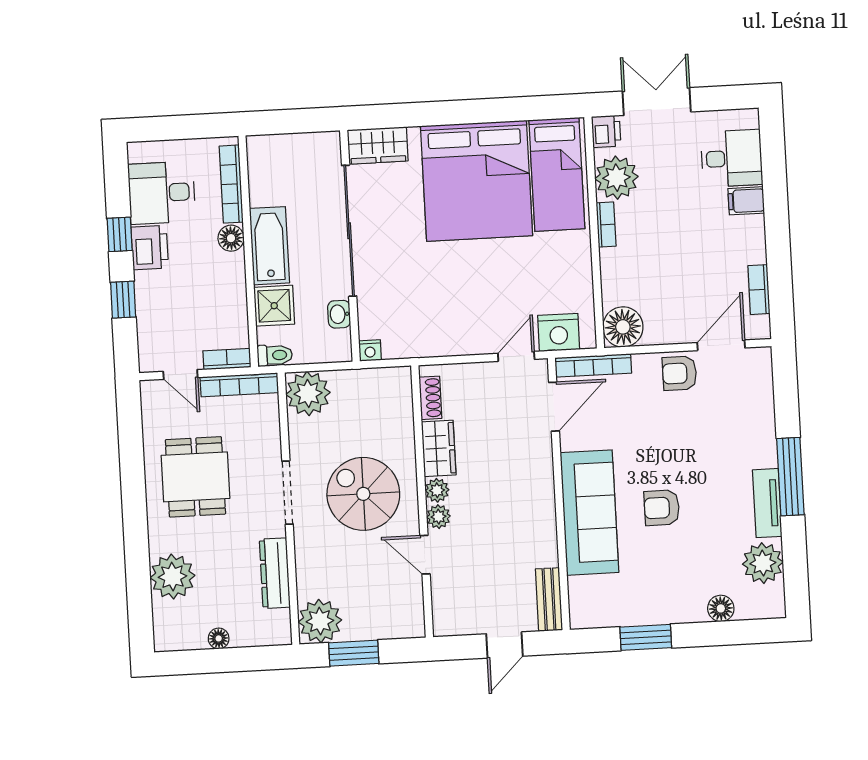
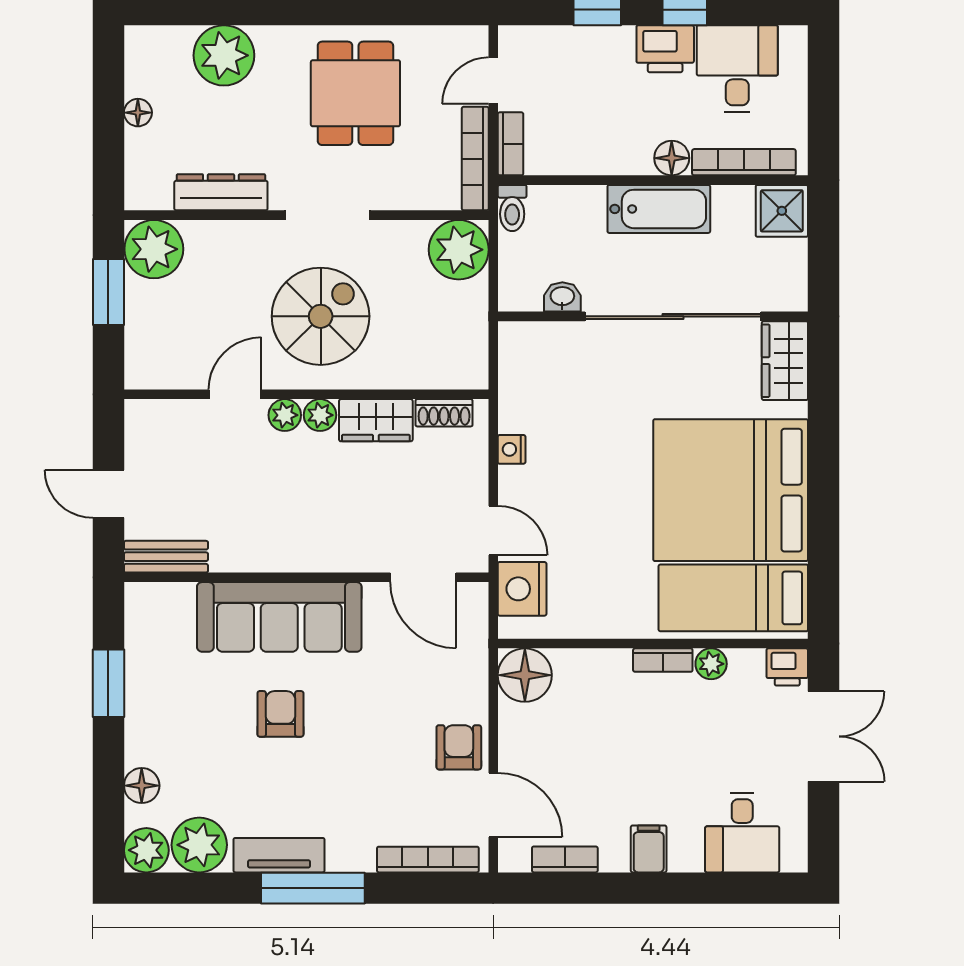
plant: (616, 178) -> (711, 664), width x0.53, depth x0.53
filing cabinet: (746, 201) -> (649, 849), moved
shower: (274, 306) -> (782, 211), moved
nightstand: (370, 350) -> (512, 449), moved
bookcase: (593, 365) -> (428, 860), moved, turned 90
dining table: (195, 477) -> (355, 93), turned 90
plant: (769, 602) -> (146, 850), added

